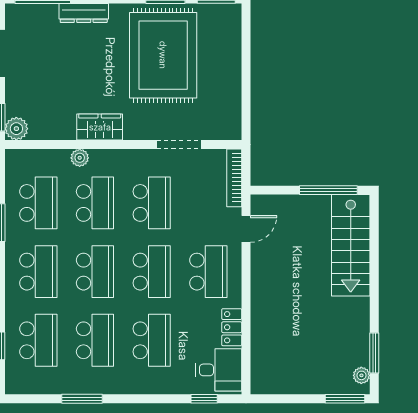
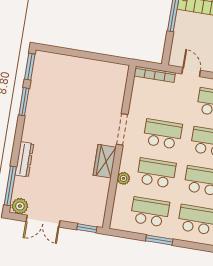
rug: (163, 55) -> (62, 109), removed
plant: (16, 129) -> (20, 206), moved
doorway: (179, 145) -> (122, 129), moved

